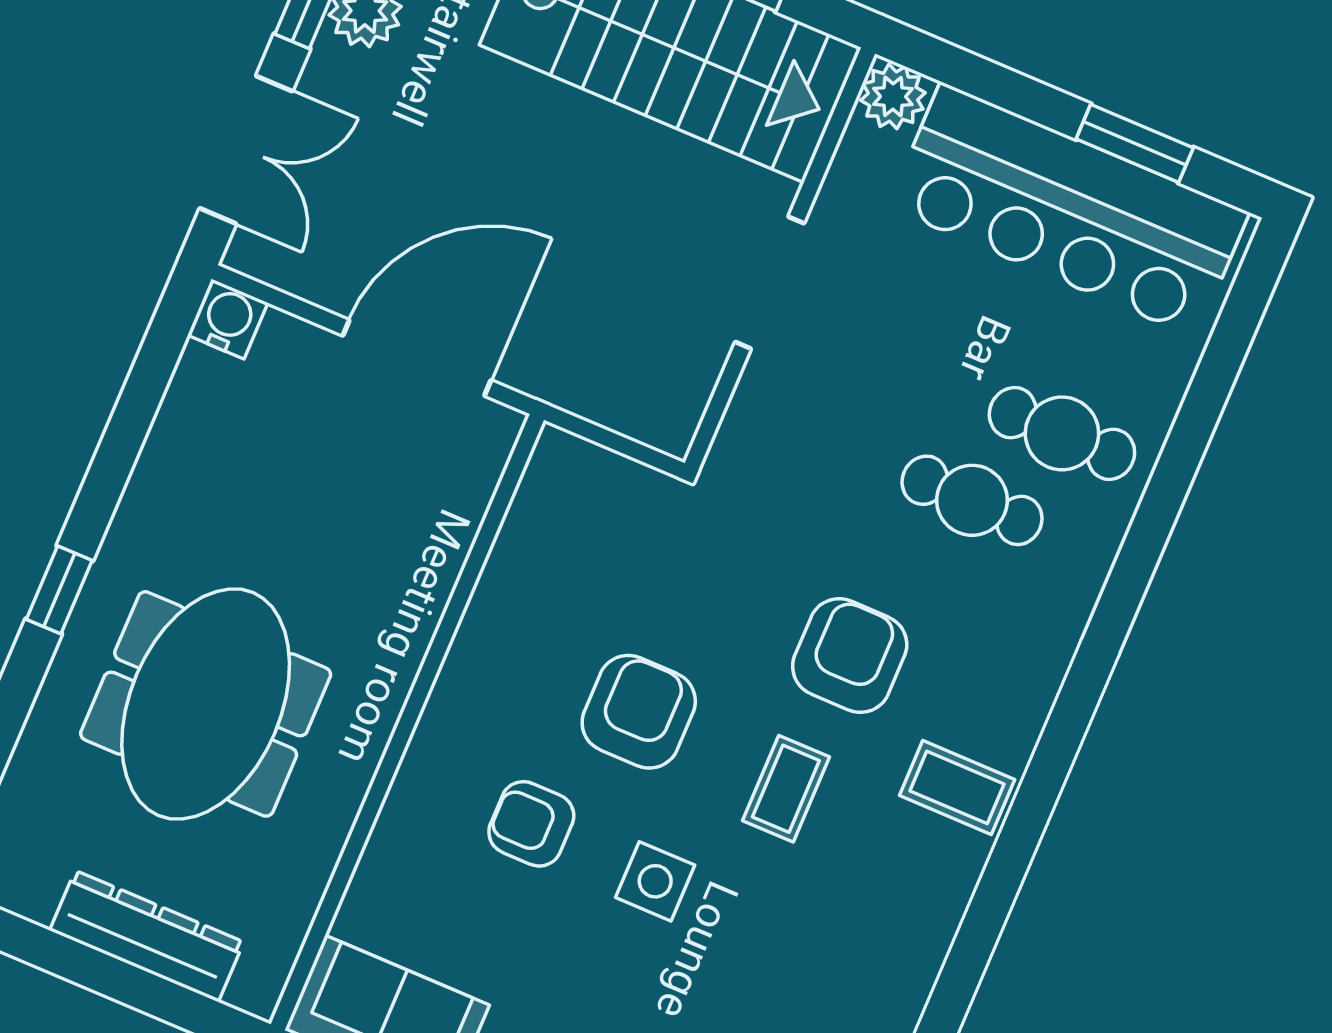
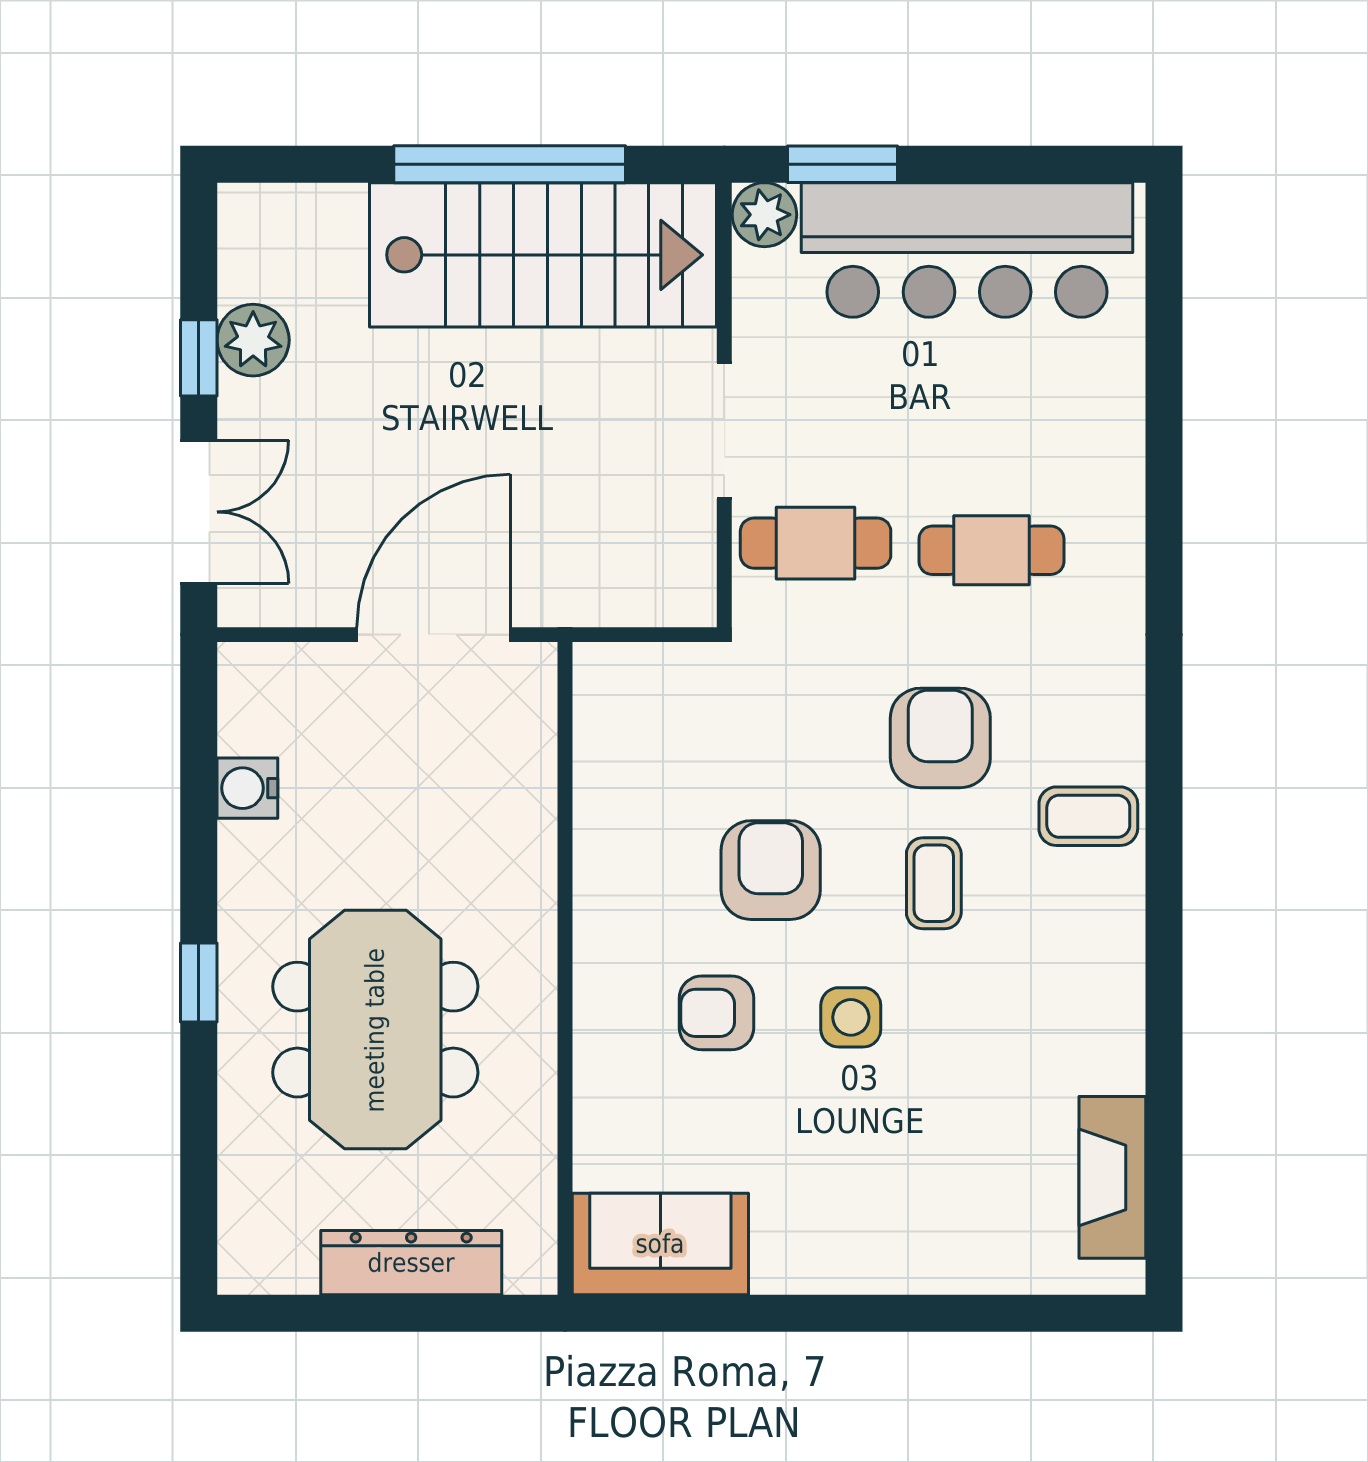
window: (1135, 143) -> (842, 164), moved
water cooler: (228, 319) -> (247, 788), moved, turned -90
cafe table: (1062, 433) -> (816, 543), moved

